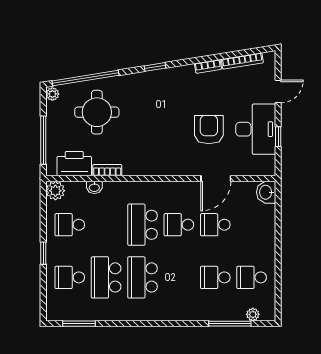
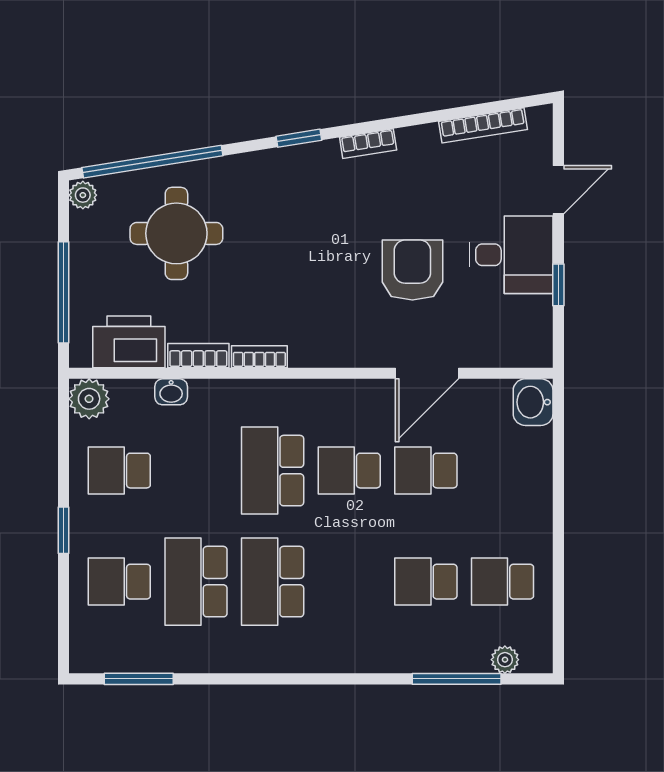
bookcase: (208, 66) -> (368, 144), moved
desk: (256, 129) -> (511, 255), width x0.73
bookcase: (136, 171) -> (259, 357), added

